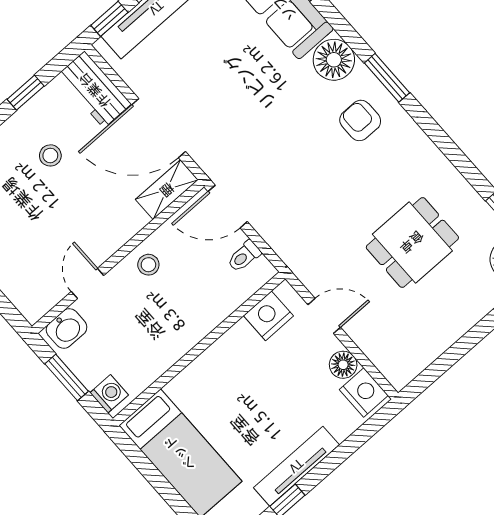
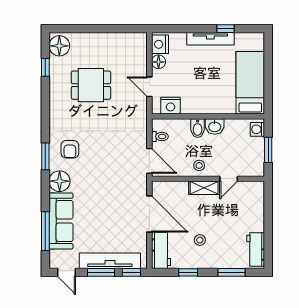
shelving: (167, 190) -> (204, 188), moved
bidet: (199, 318) -> (198, 128), added
washbasin: (67, 328) -> (215, 126), moved, turned 180

